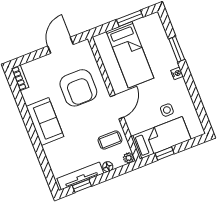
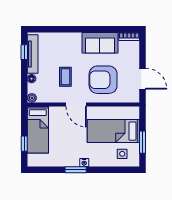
window: (177, 49) -> (76, 170), moved
side table: (167, 110) -> (122, 154), moved
sofa: (45, 122) -> (100, 43), moved
coffee table: (110, 140) -> (65, 77), moved
window: (165, 154) -> (24, 144), moved

